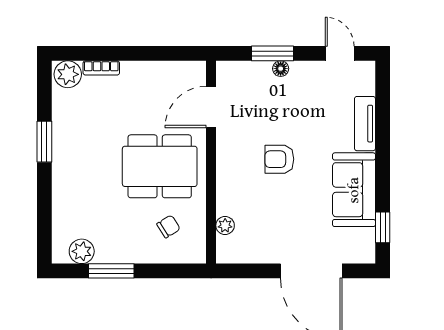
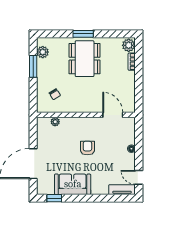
window: (272, 53) -> (139, 145), removed
door: (340, 53) -> (139, 177), swing flipped
tv unit: (365, 124) -> (122, 190), moved
window: (44, 142) -> (83, 34), moved
dining table: (160, 166) -> (85, 59), moved

